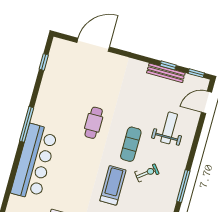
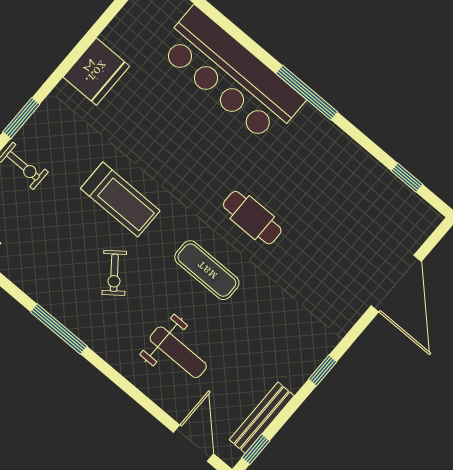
window: (168, 65) -> (323, 370), moved
bench: (166, 73) -> (262, 418), moved
exercise mat: (131, 144) -> (207, 270), moved

